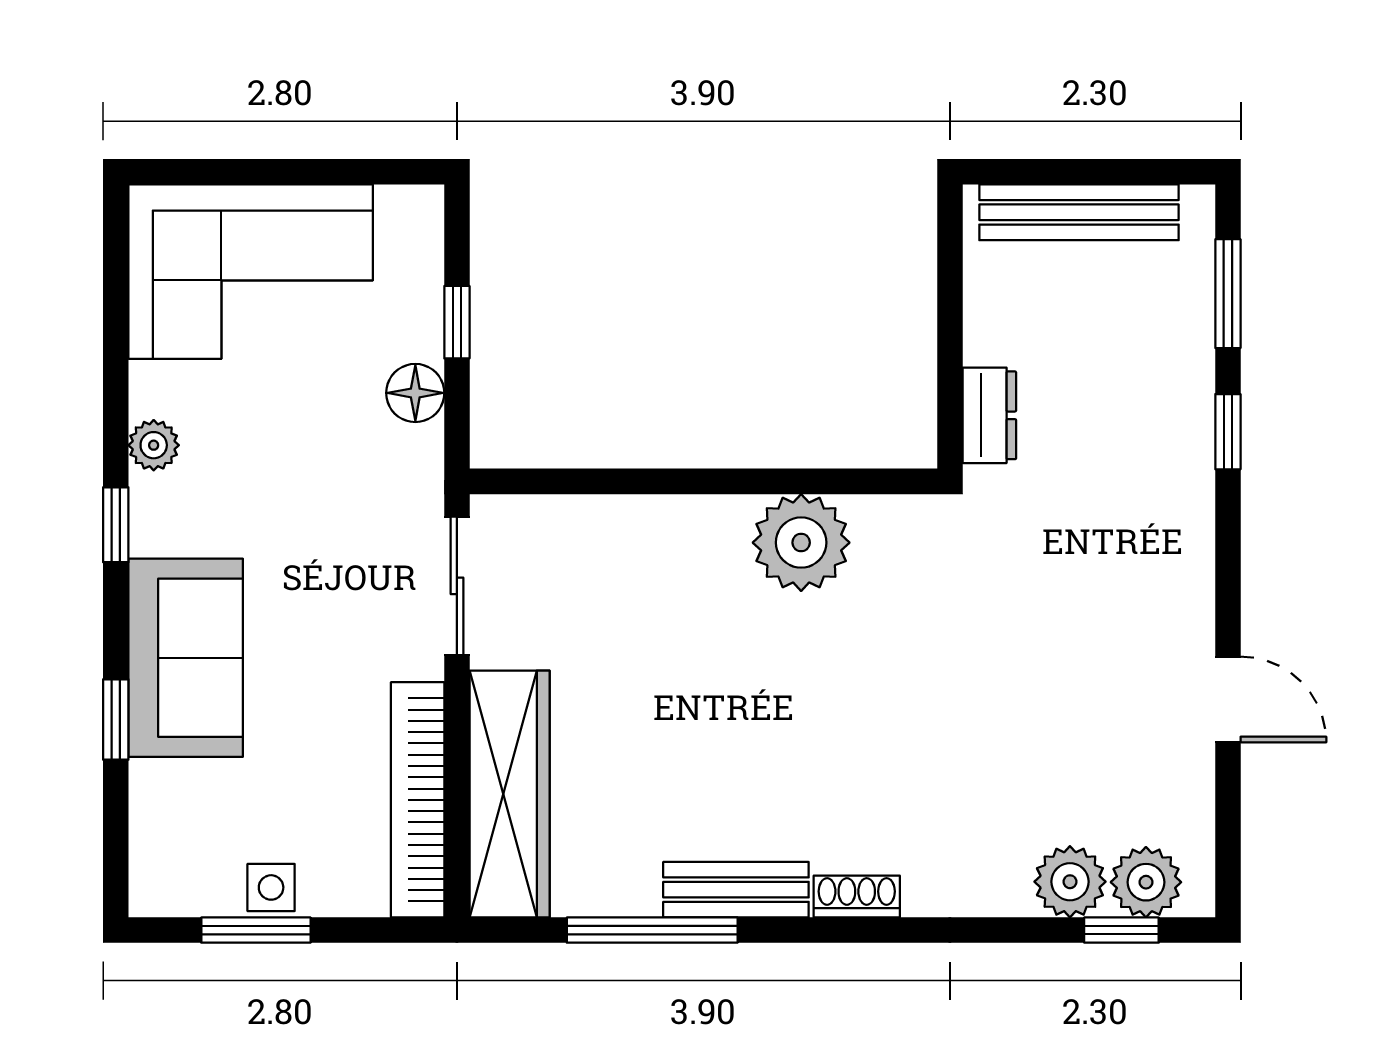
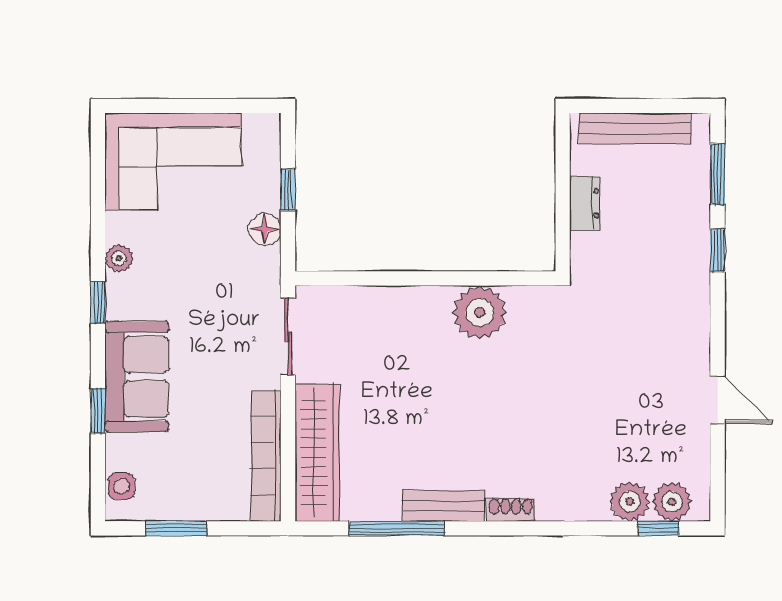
dresser: (989, 415) -> (585, 203), moved
side table: (271, 887) -> (121, 486), moved

